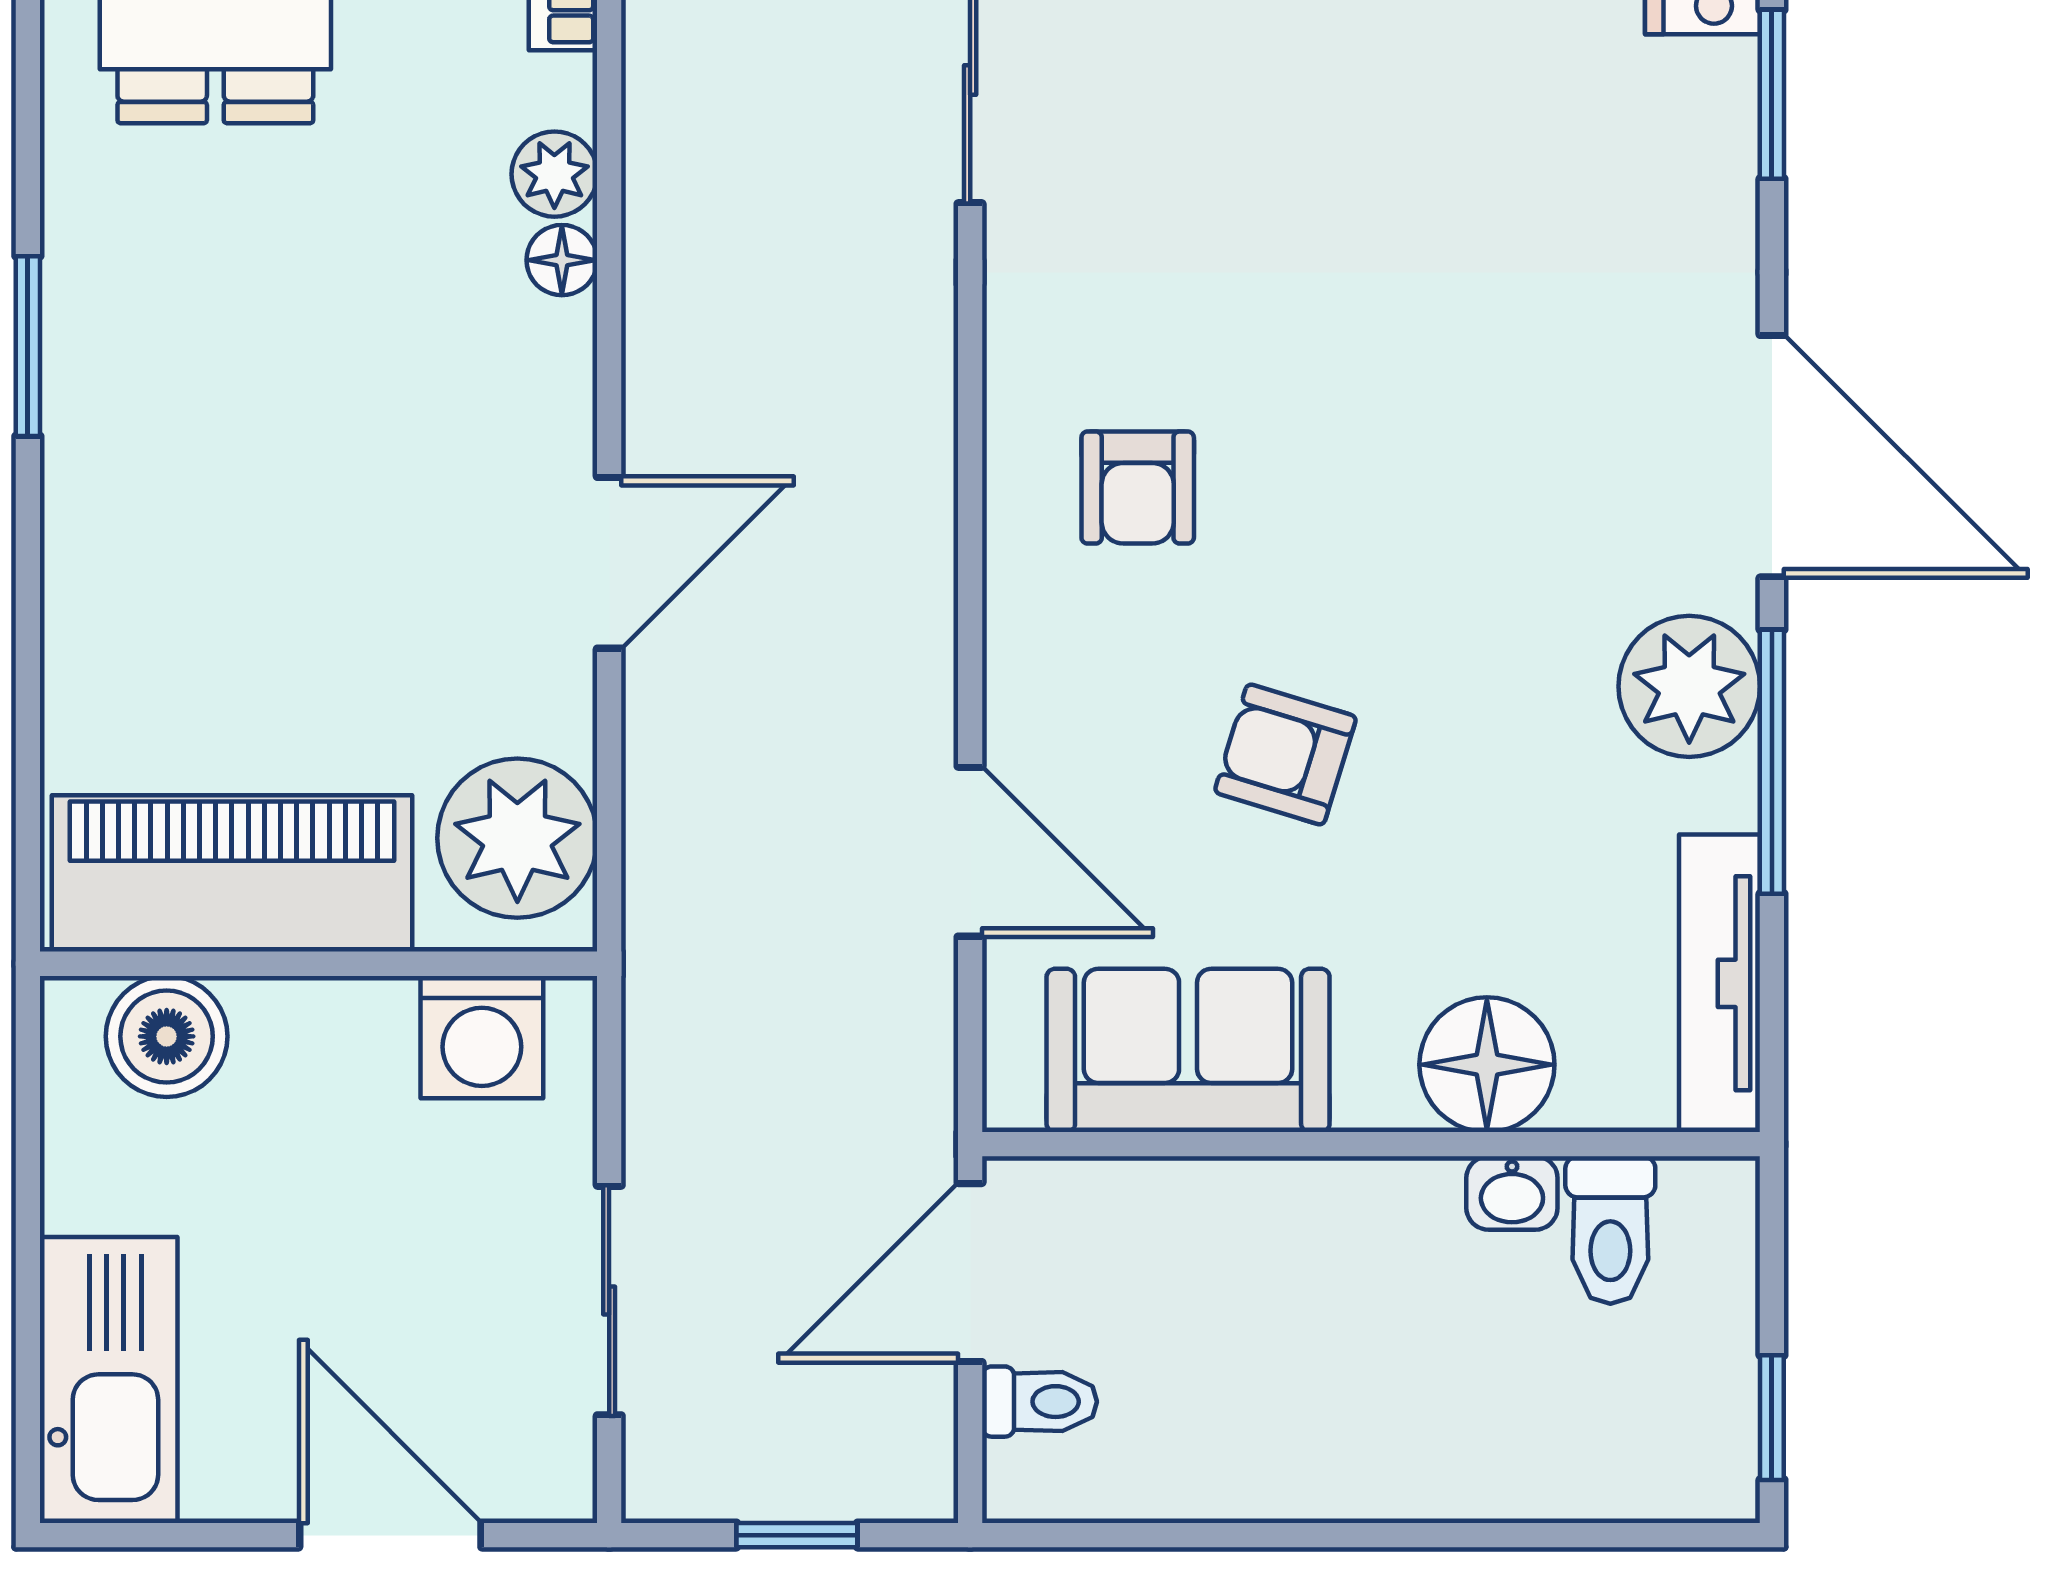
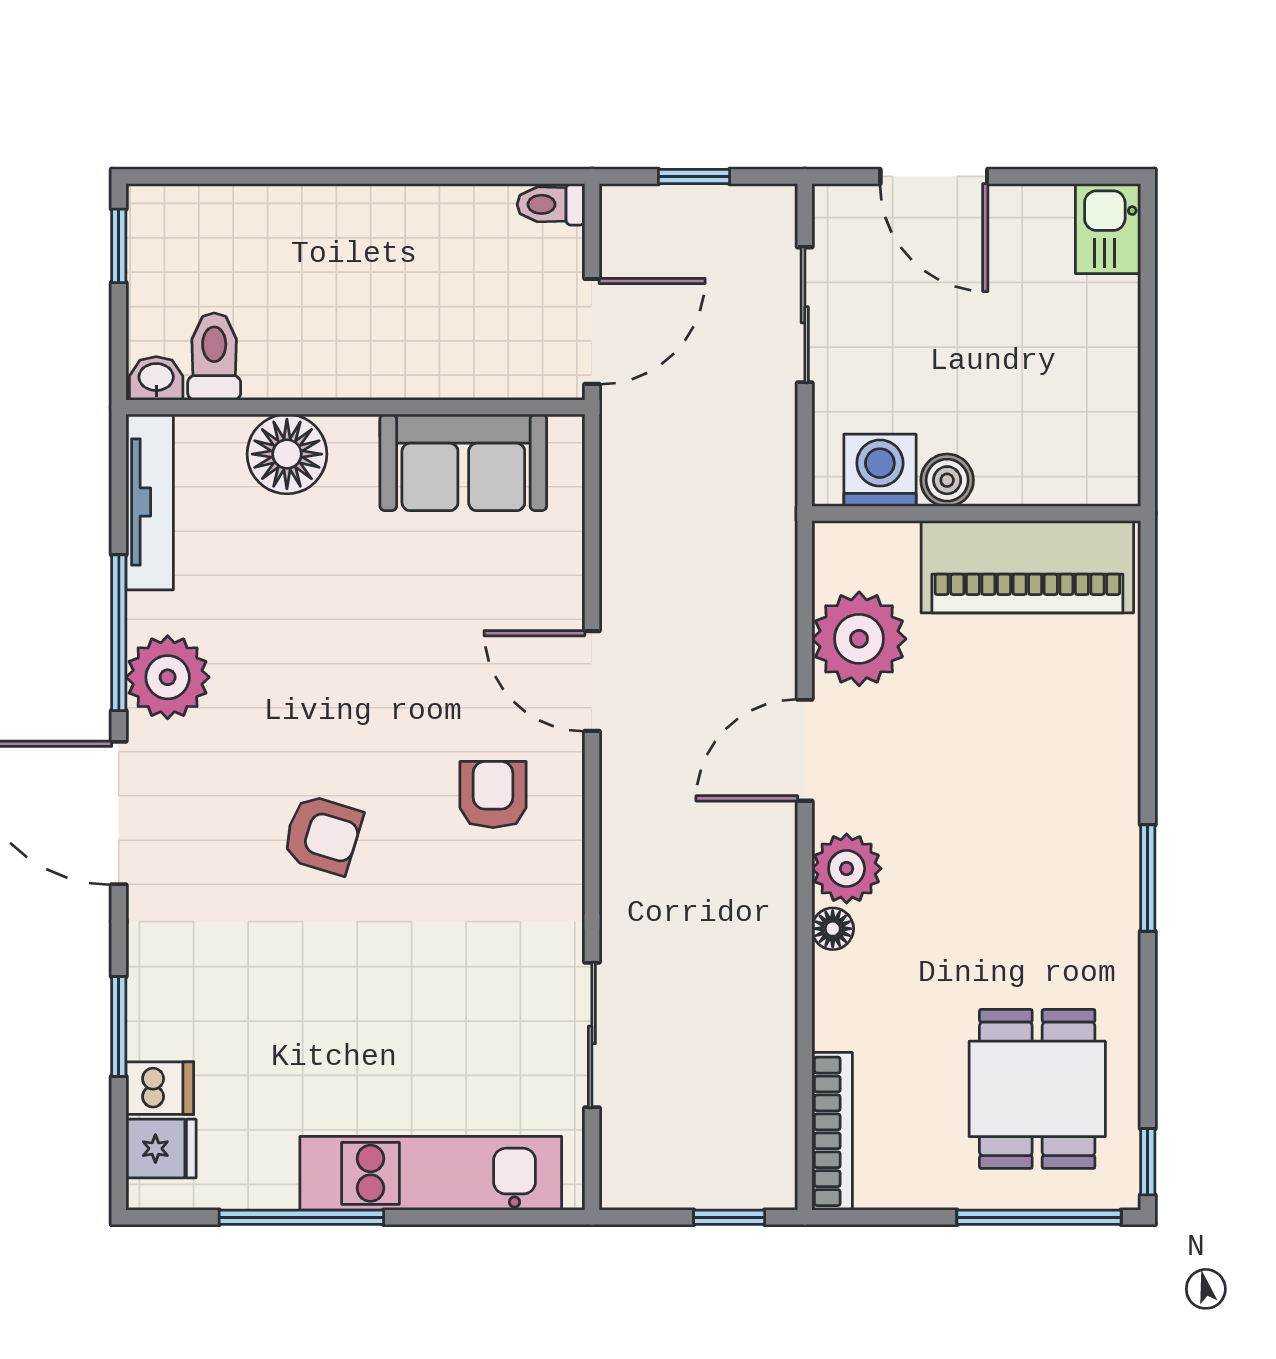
plant: (554, 174) -> (847, 869), moved, width x1.38, depth x1.38
armchair: (1285, 754) -> (322, 835), moved
plant: (517, 838) -> (859, 639), moved
door: (970, 852) -> (592, 681), moved
boiler: (167, 1036) -> (947, 480), moved, width x0.73, depth x0.73
washbasin: (1512, 1193) -> (156, 378), moved
kitchen sink: (109, 1380) -> (1108, 229), width x0.53, depth x0.81
toilet: (1039, 1402) -> (551, 204), moved

